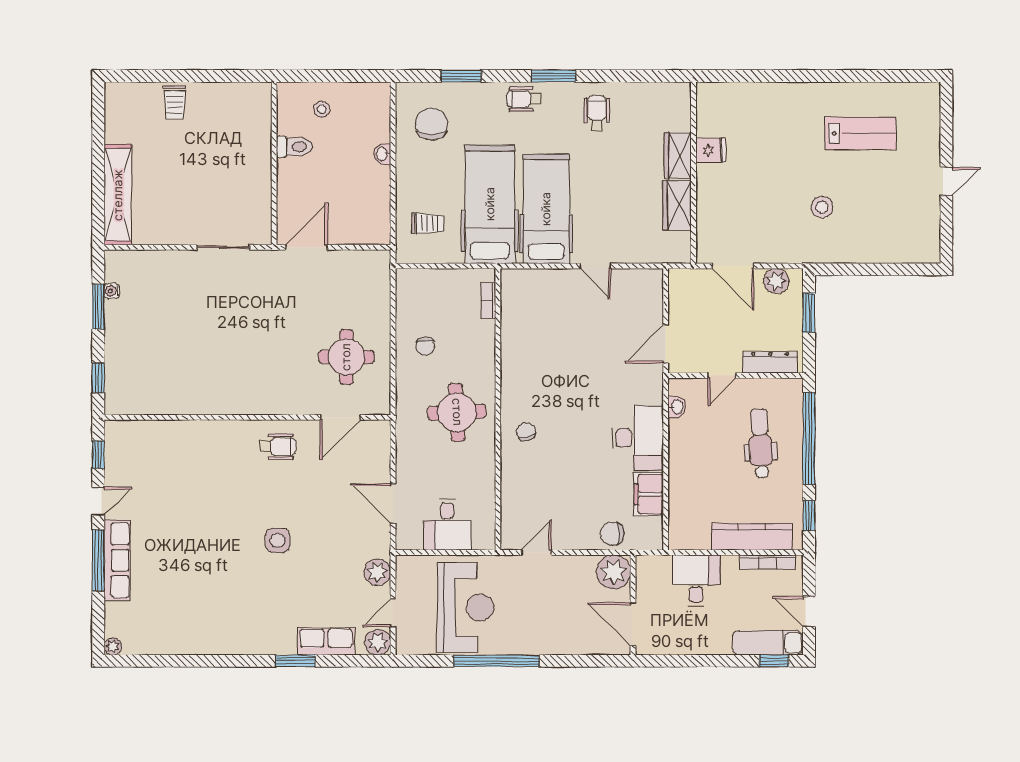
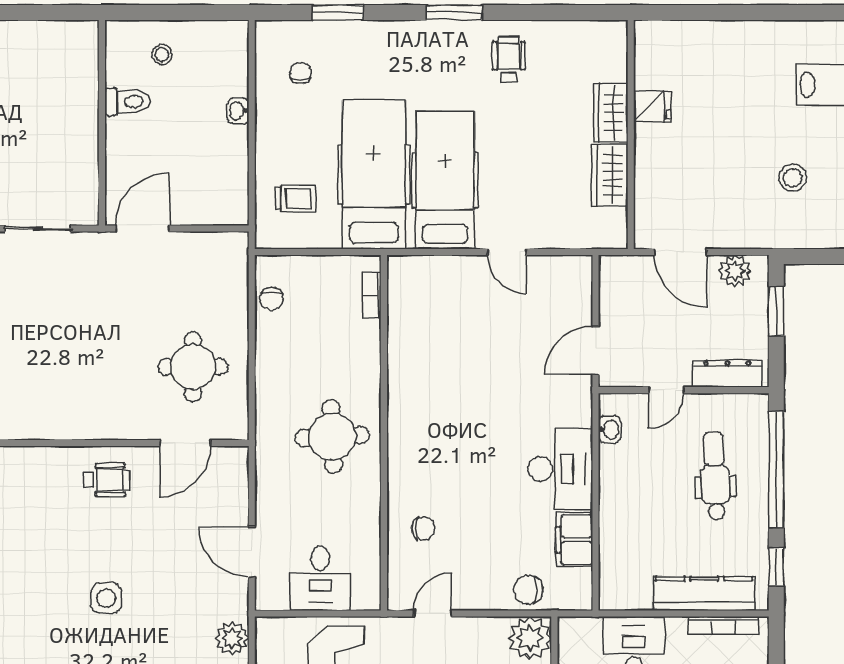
wheelchair: (524, 99) -> (417, 42), removed
chair: (432, 124) -> (300, 73), width x0.54, depth x0.54
chair: (425, 346) -> (272, 299), moved
chair: (526, 432) -> (423, 528), moved, turned 105

